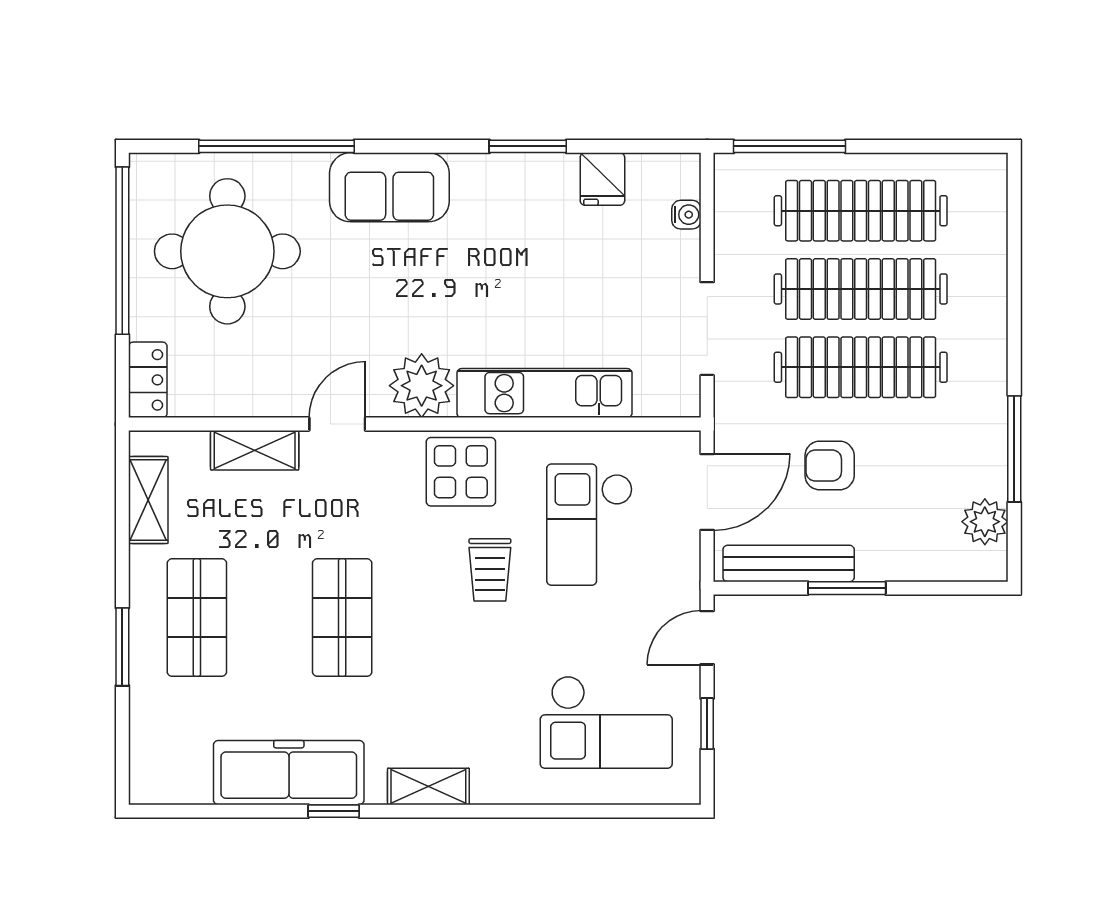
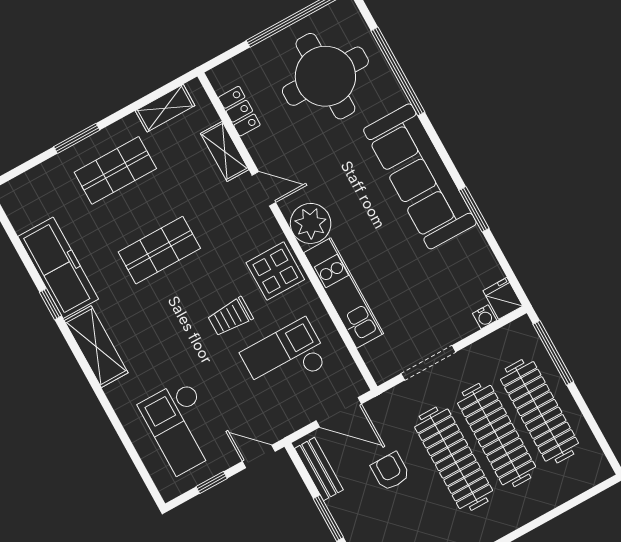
fridge: (602, 179) -> (503, 298), moved, turned 90
sofa: (389, 187) -> (420, 176), width x1.85, depth x1.27
locker: (148, 380) -> (239, 111), moved, turned -90
bench: (789, 563) -> (319, 469), width x0.73
shelving: (428, 786) -> (96, 347), width x1.50, depth x1.33

